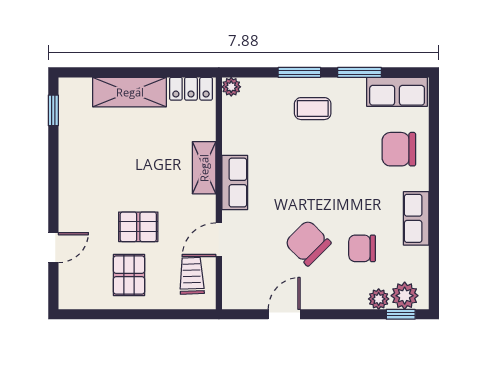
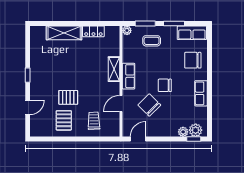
plant: (231, 87) -> (127, 30), moved
window: (53, 110) -> (28, 75), moved
shelving: (204, 168) -> (114, 69), moved
row of seats: (235, 183) -> (129, 76), moved
wall: (219, 193) -> (121, 81), moved
door: (219, 240) -> (121, 104), moved
chair: (362, 248) -> (165, 85), moved

